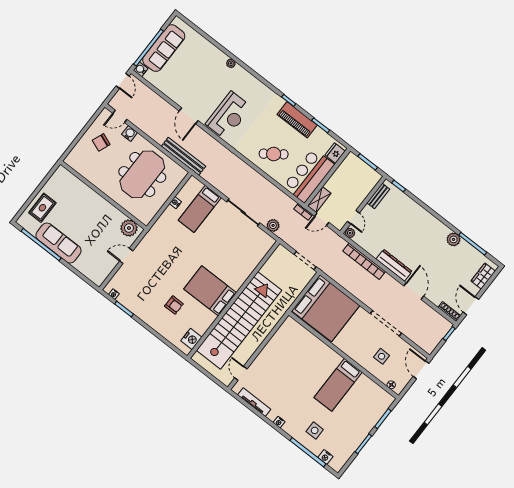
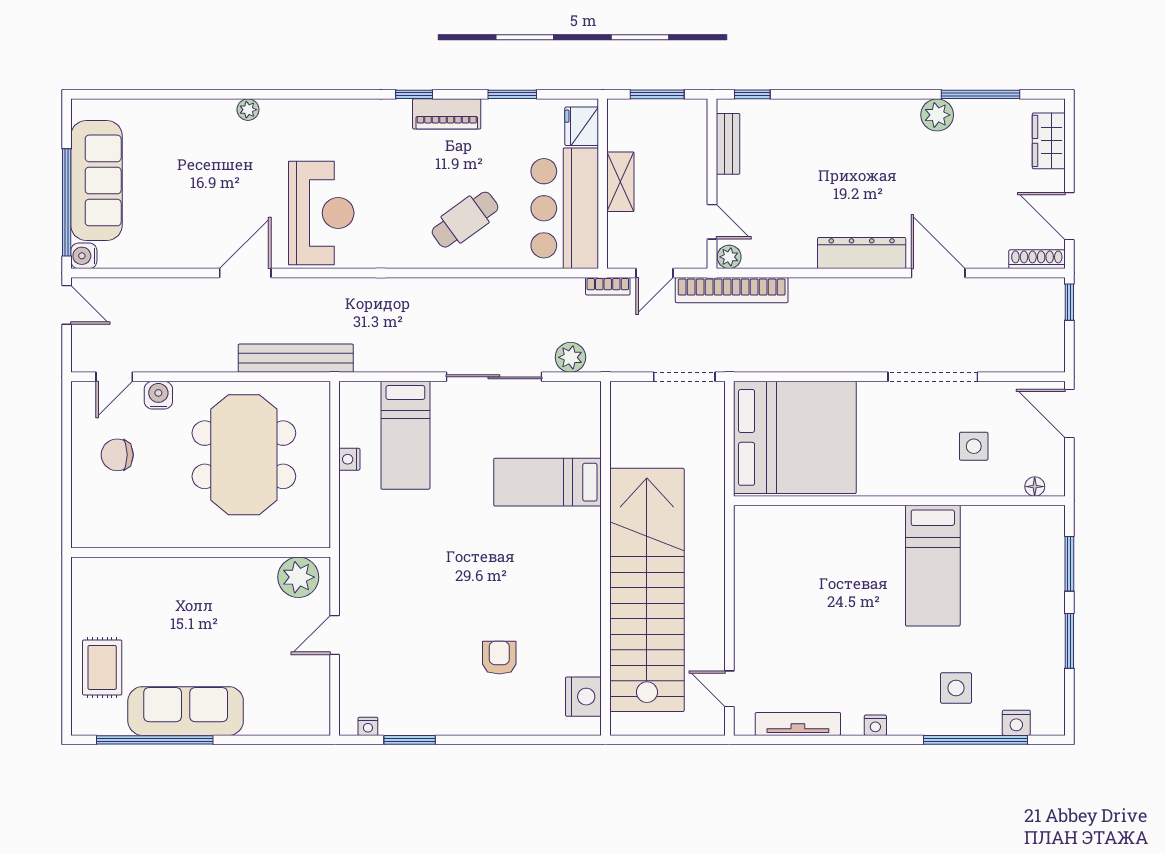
door: (189, 116) -> (245, 273), swing flipped
piano: (297, 120) -> (447, 114), width x0.73, depth x0.75
chair: (101, 142) -> (117, 455), turned 69
shelving: (319, 200) -> (620, 182), moved
bookcase: (364, 261) -> (732, 290), moved
bed: (210, 291) -> (548, 482), moved, width x0.67
armchair: (174, 305) -> (499, 658), turned -90

